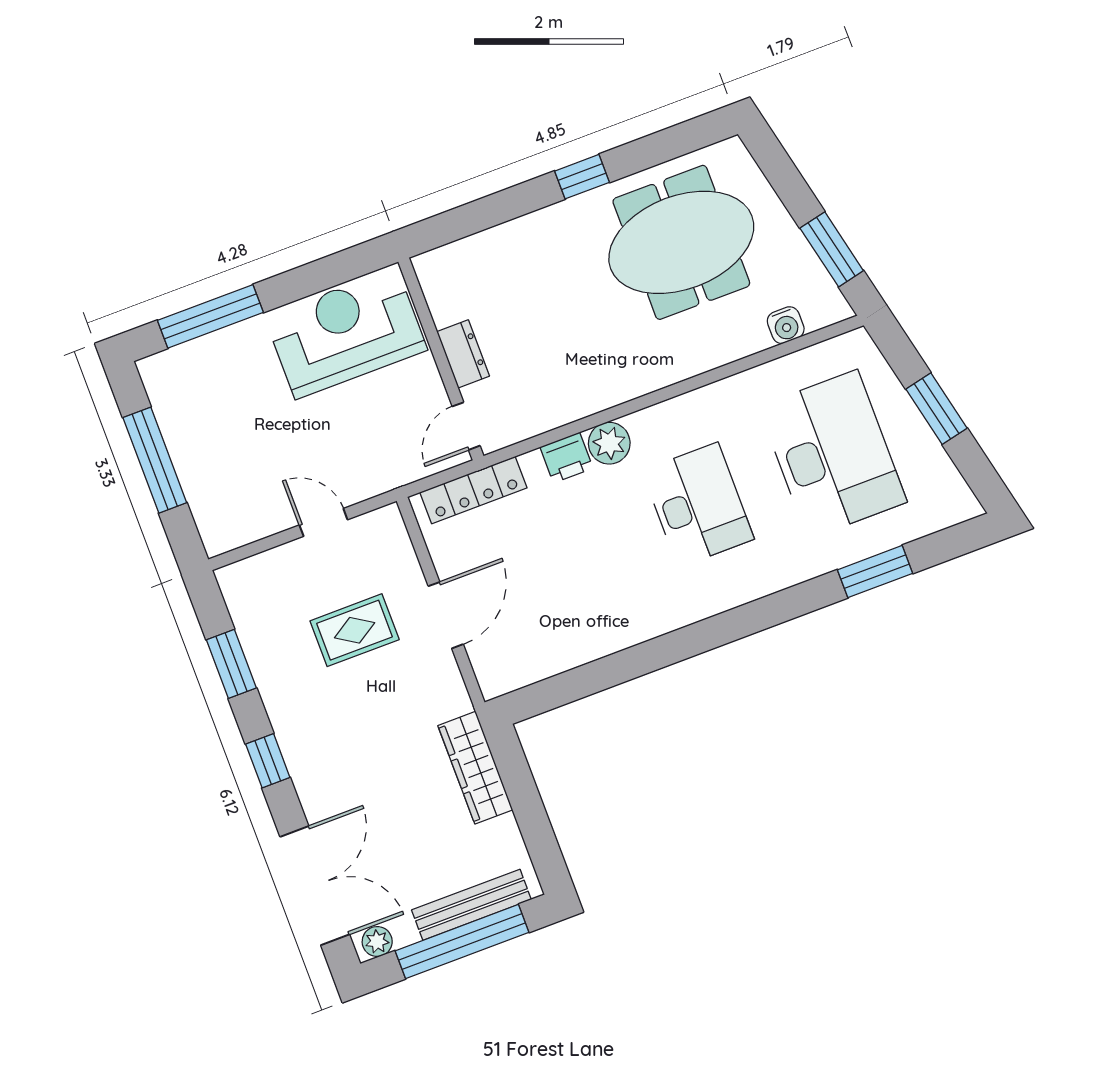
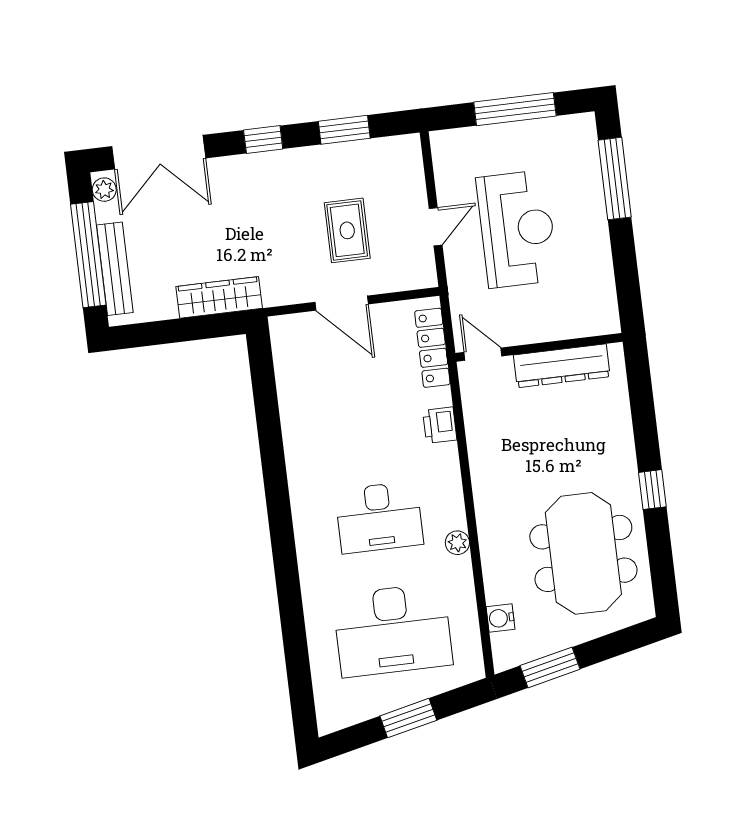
reception desk: (346, 333) -> (517, 229), moved
dresser: (463, 354) -> (562, 366), width x1.96, depth x1.24
plant: (609, 443) -> (457, 543), moved, width x0.73, depth x0.73
window: (875, 572) -> (295, 640), removed

